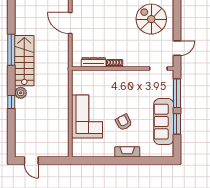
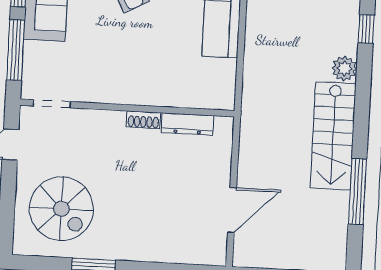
door: (70, 23) -> (232, 210), hinge flipped
window: (11, 50) -> (357, 191), moved
window: (11, 102) -> (366, 29), moved

